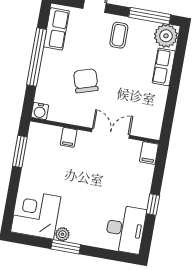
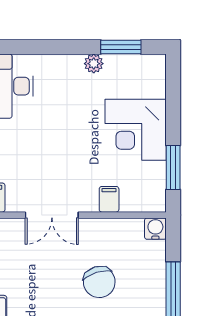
corner desk: (36, 214) -> (136, 130), moved, turned 90
window: (66, 247) -> (121, 47), moved

